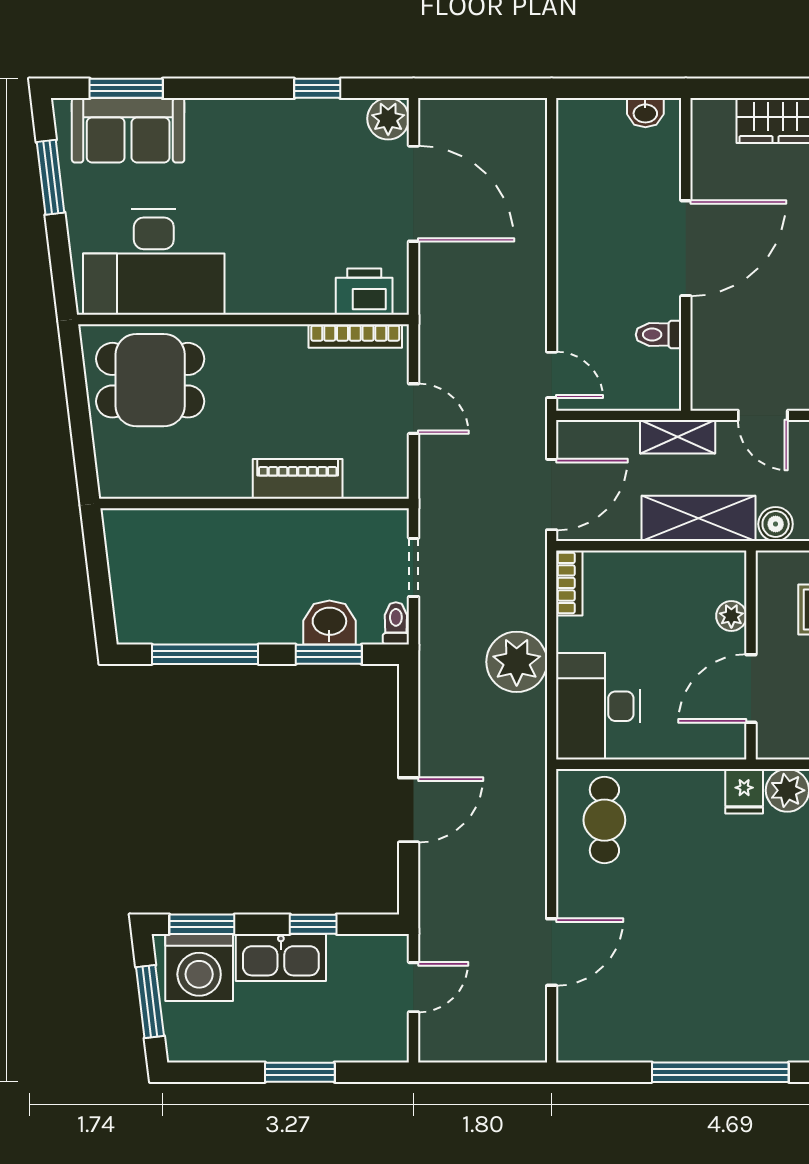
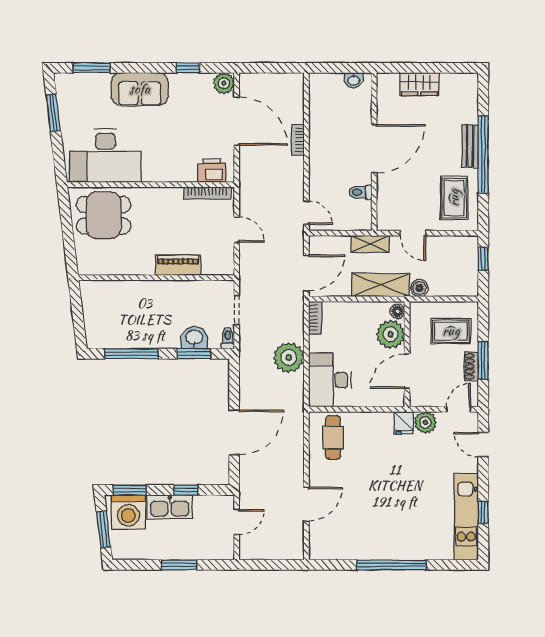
sofa: (128, 130) -> (140, 89), moved
bookcase: (535, 231) -> (298, 140), added
floor lamp: (732, 570) -> (398, 311), added
plant: (731, 616) -> (390, 334), width x1.88, depth x1.88
door: (409, 810) -> (234, 432), width x1.36

